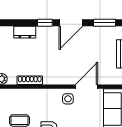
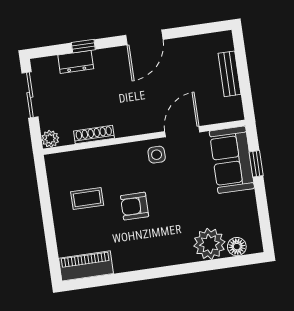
window: (45, 23) -> (83, 46), moved
window: (104, 23) -> (196, 30), removed

